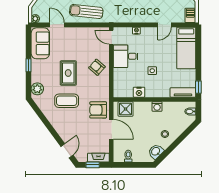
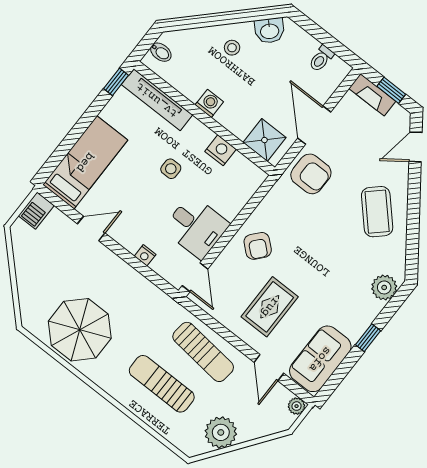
rug: (68, 73) -> (270, 307), moved
tv unit: (183, 92) -> (157, 100), width x1.41
coffee table: (67, 101) -> (377, 212), moved, turned 47

